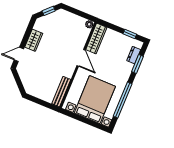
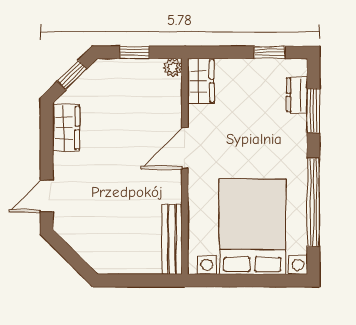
window: (77, 12) -> (134, 52), added
wardrobe: (96, 39) -> (201, 81), width x0.67
wardrobe: (34, 40) -> (66, 128), moved
door: (81, 58) -> (185, 148), swing flipped

